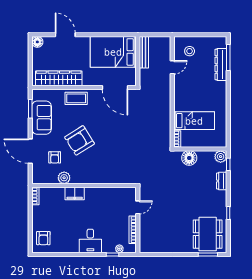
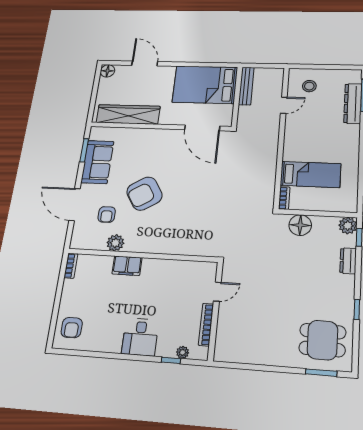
coffee table: (76, 98) -> (148, 140), removed
dining table: (208, 234) -> (322, 340), width x0.73

